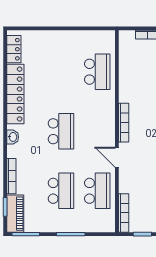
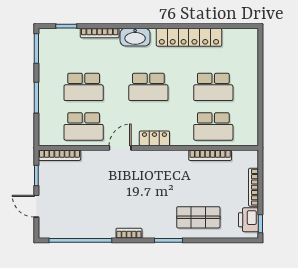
locker: (14, 49) -> (154, 138), moved, turned 180
school desk: (61, 72) -> (213, 87), added
bookcase: (124, 123) -> (210, 155), moved
washbasin: (13, 137) -> (135, 37), width x1.91, depth x1.45
piano: (15, 214) -> (59, 37), removed

